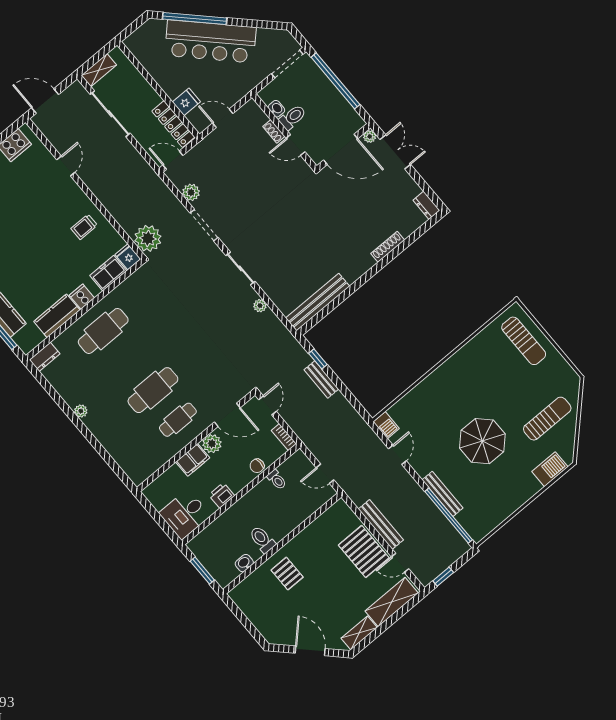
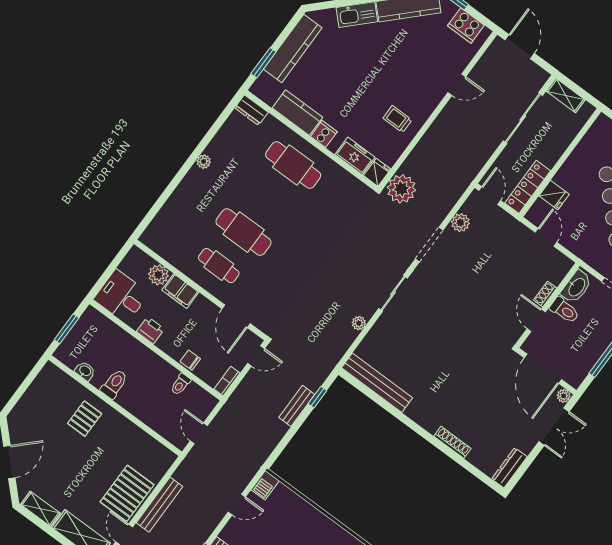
washbasin: (276, 109) -> (576, 287), width x1.91, depth x1.45
dresser: (426, 205) -> (509, 468), width x1.44
plant: (212, 444) -> (158, 275), moved

